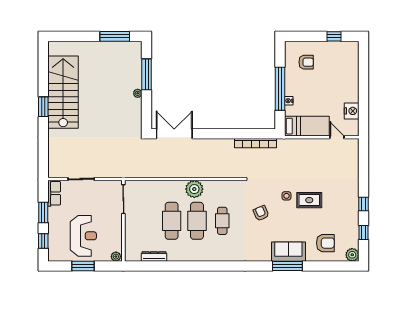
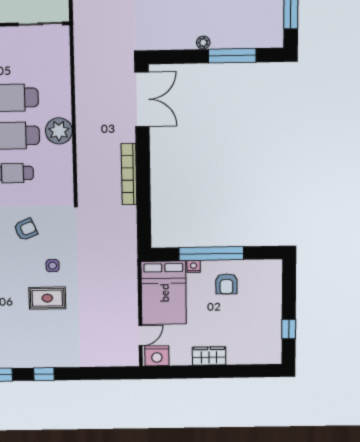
armchair: (306, 62) -> (226, 284), moved
wardrobe: (352, 91) -> (209, 356), added
nightstand: (352, 111) -> (157, 356), moved
bed: (307, 126) -> (164, 293), width x1.50
bookcase: (255, 143) -> (129, 174), moved
rug: (309, 200) -> (47, 298), turned 90

